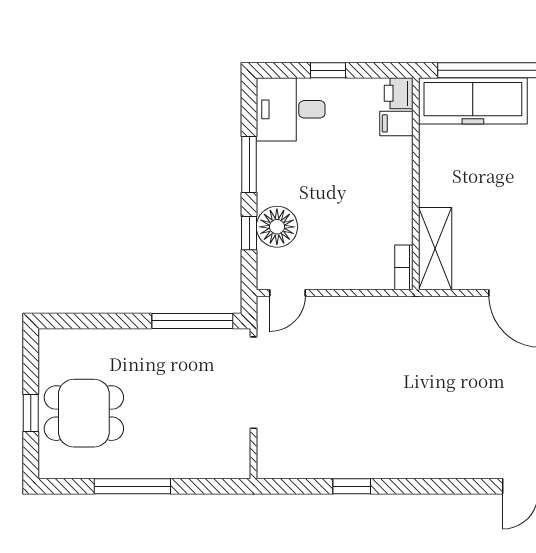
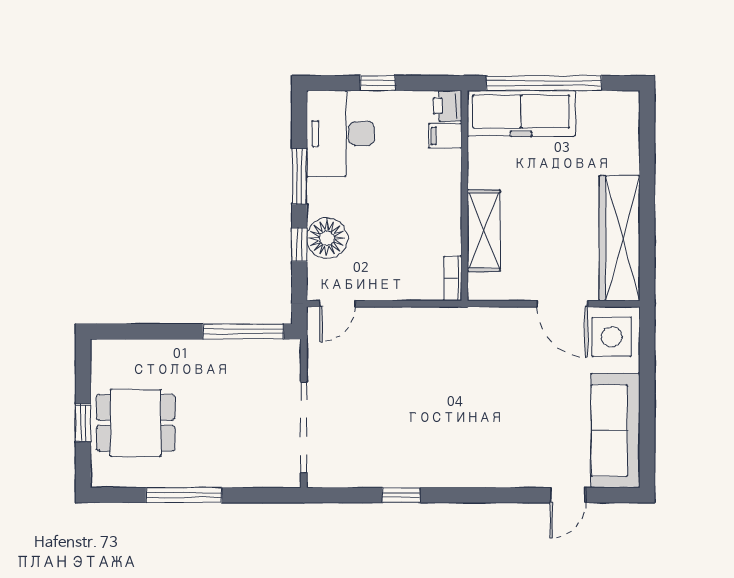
desk: (291, 109) -> (341, 134), width x1.37
shelving: (435, 249) -> (484, 231), moved
doorway: (253, 383) -> (304, 428), moved

